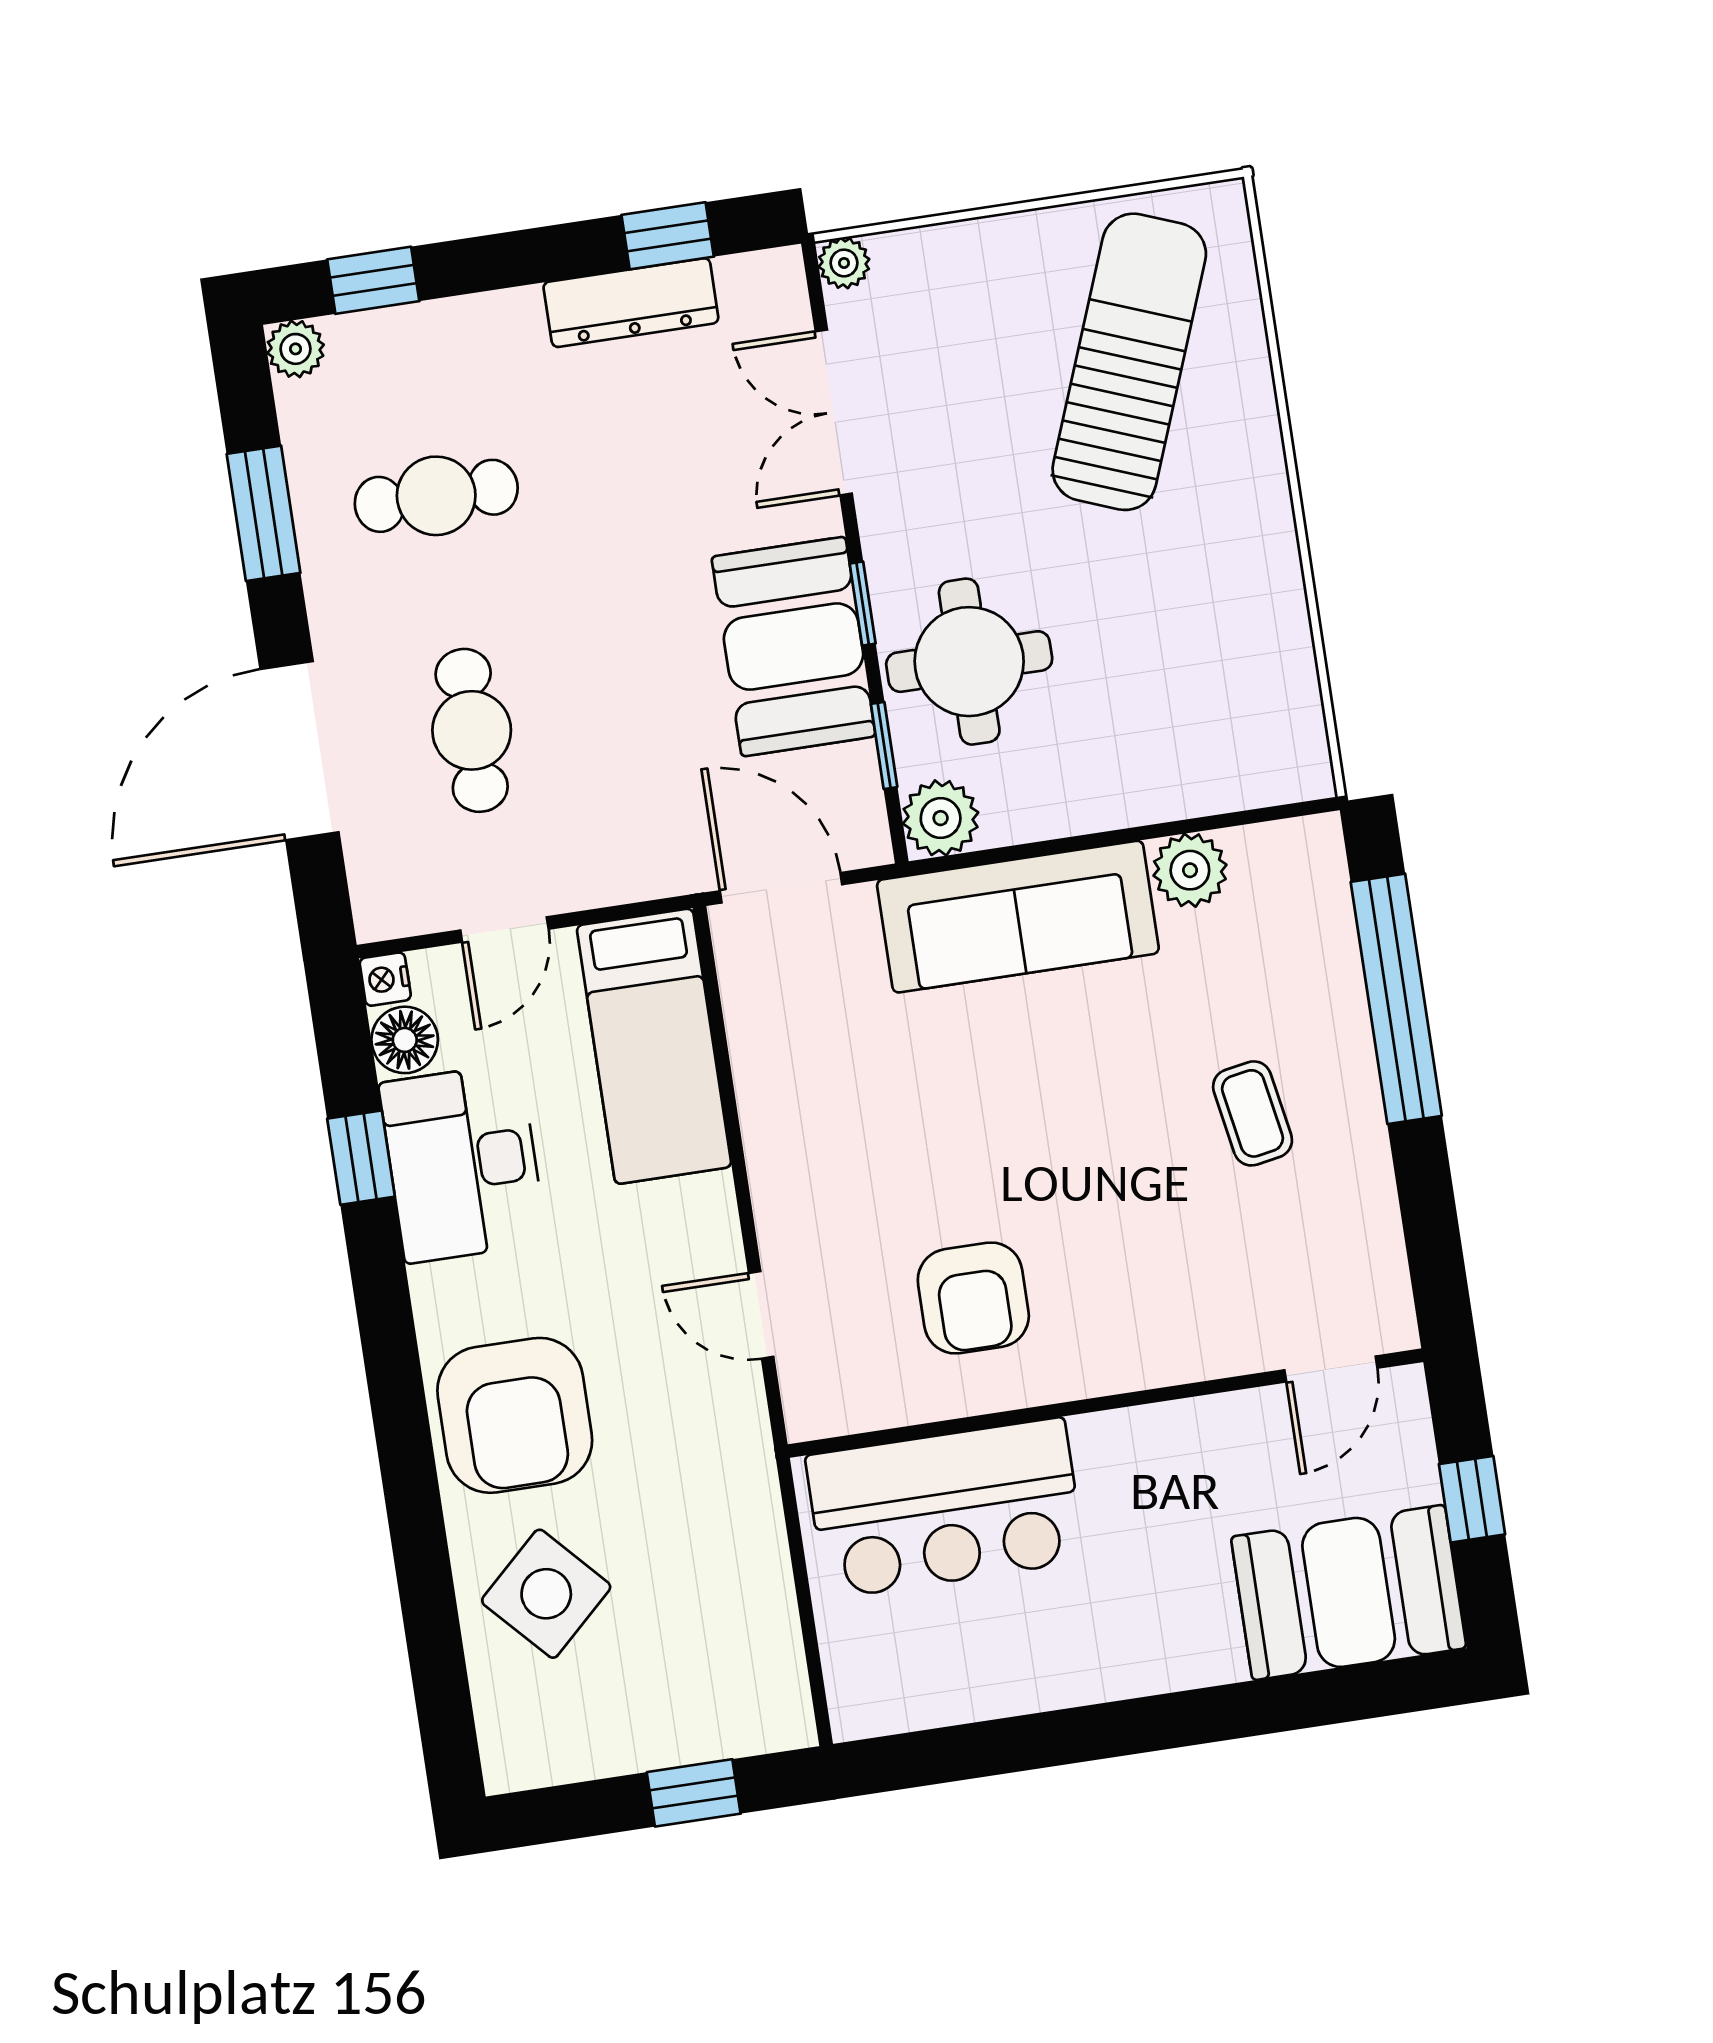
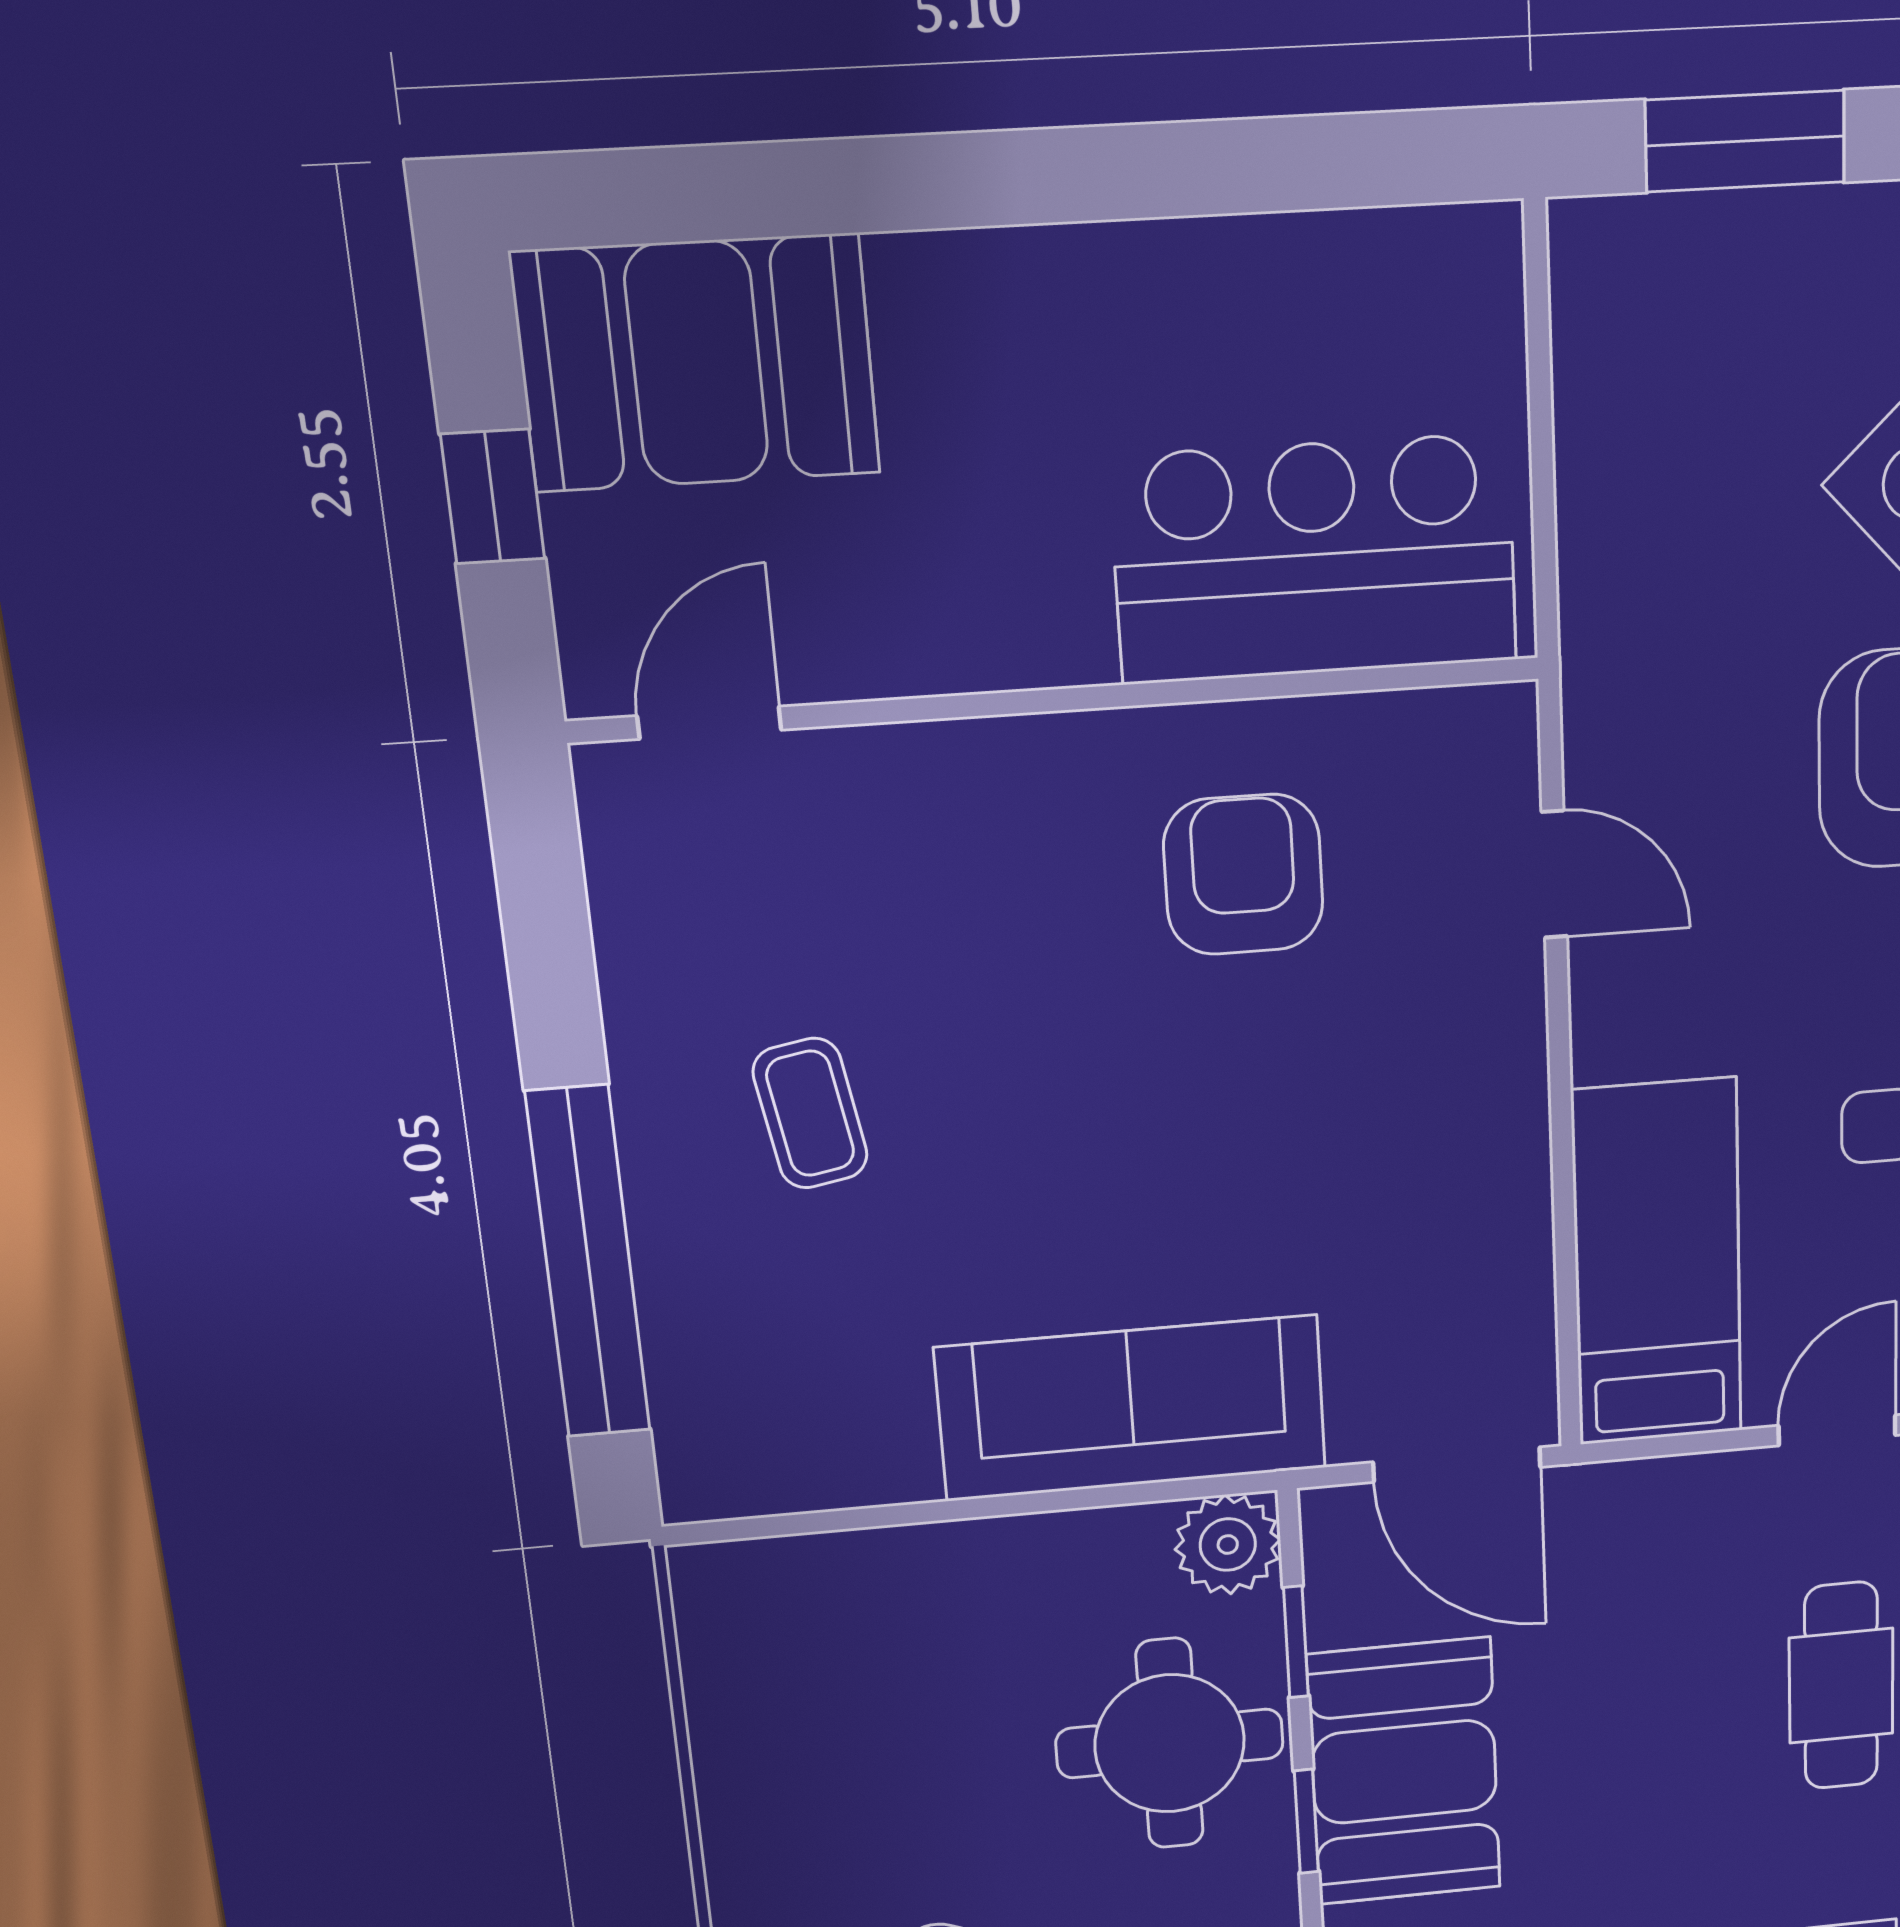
plant: (1190, 870) -> (882, 1457), removed
window: (694, 1793) -> (1745, 141), width x1.50

